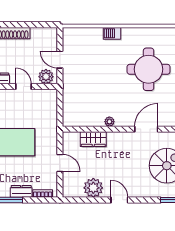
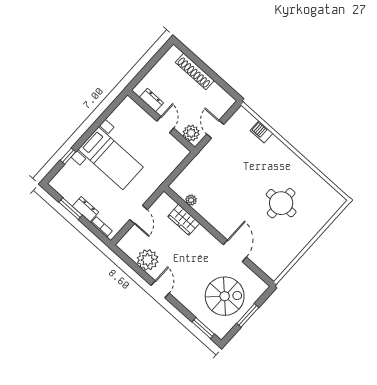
barbecue: (112, 33) -> (262, 132), moved
round table: (149, 69) -> (281, 203), width x0.73, depth x0.73
plant: (109, 122) -> (191, 200), moved
door: (146, 129) -> (235, 251), hinge flipped

